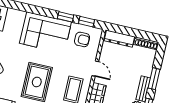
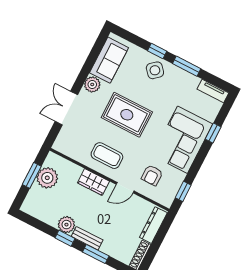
window: (66, 17) -> (213, 133), moved
armchair: (82, 39) -> (152, 175), moved

